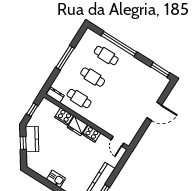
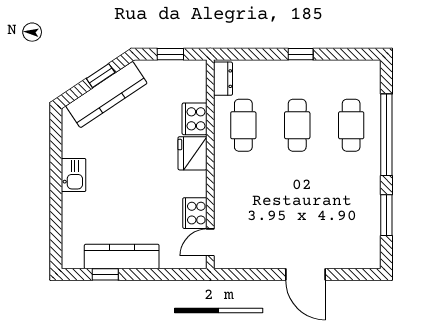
window: (65, 58) -> (301, 54), width x0.46
window: (160, 70) -> (386, 215), moved
cooker: (92, 134) -> (195, 213), moved
kitchen counter: (32, 139) -> (106, 94), width x1.50

